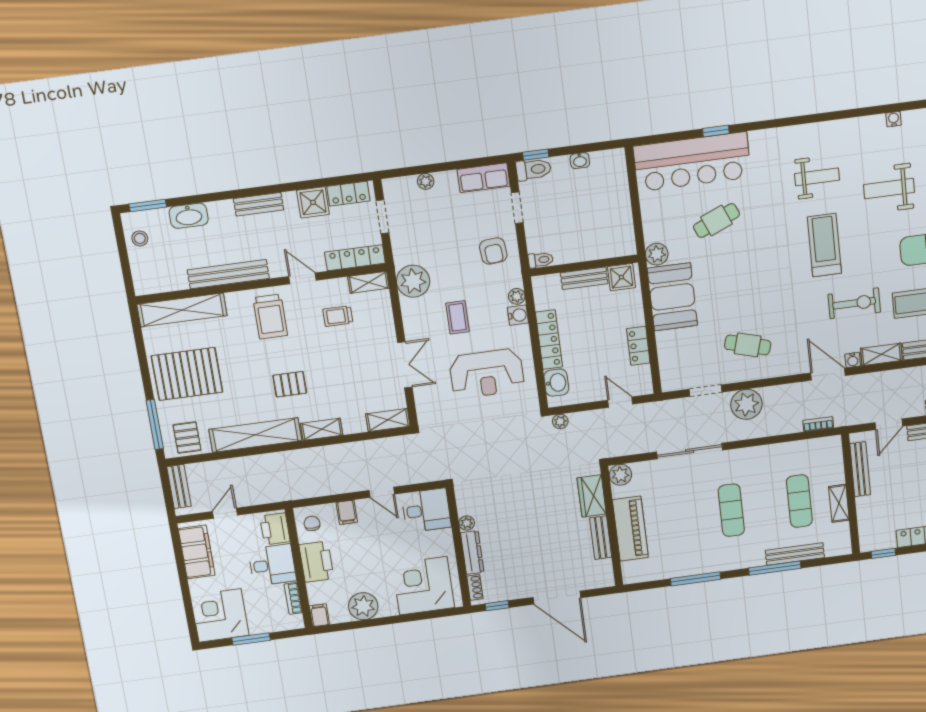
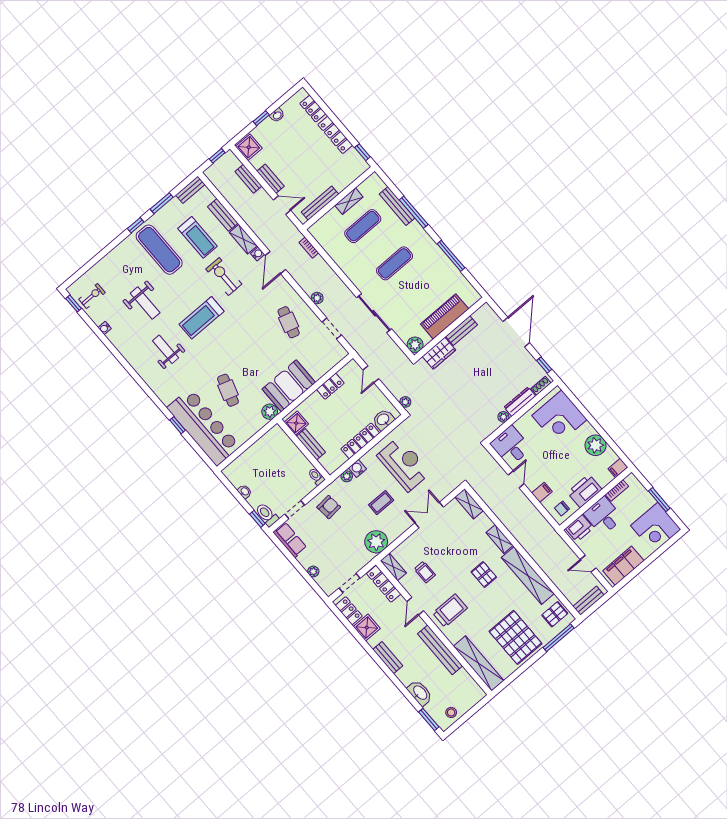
cafe table: (716, 221) -> (228, 390), turned 41
plant: (746, 404) -> (317, 298), width x0.53, depth x0.53

